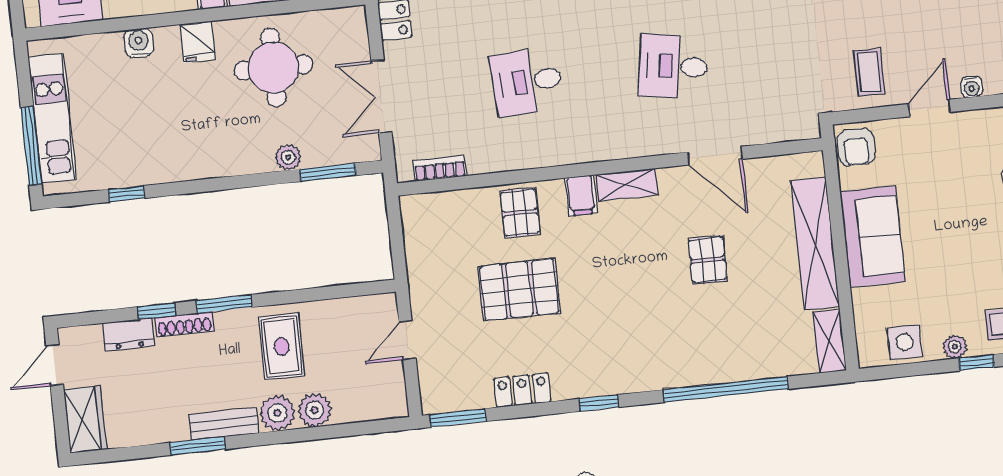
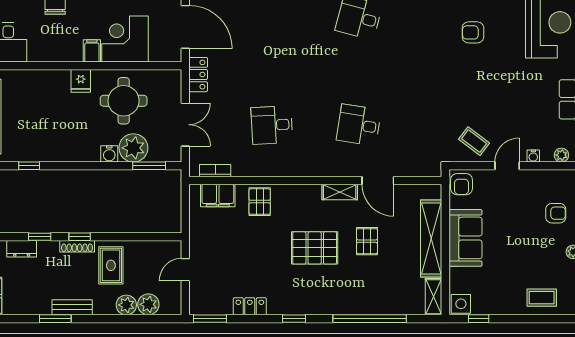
water cooler: (139, 43) -> (109, 154), moved, turned 180
coffee table: (869, 72) -> (474, 141), turned -53
double door: (381, 96) -> (185, 125), swing flipped
plant: (288, 157) -> (133, 148), width x1.87, depth x1.87
shelving: (627, 185) -> (340, 192), moved
filing cabinet: (581, 196) -> (218, 195), moved, width x2.00
pallet: (519, 290) -> (315, 248), moved
window: (224, 304) -> (80, 237), width x0.67
shoe rack: (184, 324) -> (77, 246), moved
side table: (905, 342) -> (461, 304), moved
plant: (955, 347) -> (507, 308), removed
window: (977, 363) -> (479, 319), moved
plant: (277, 413) -> (148, 304), moved

